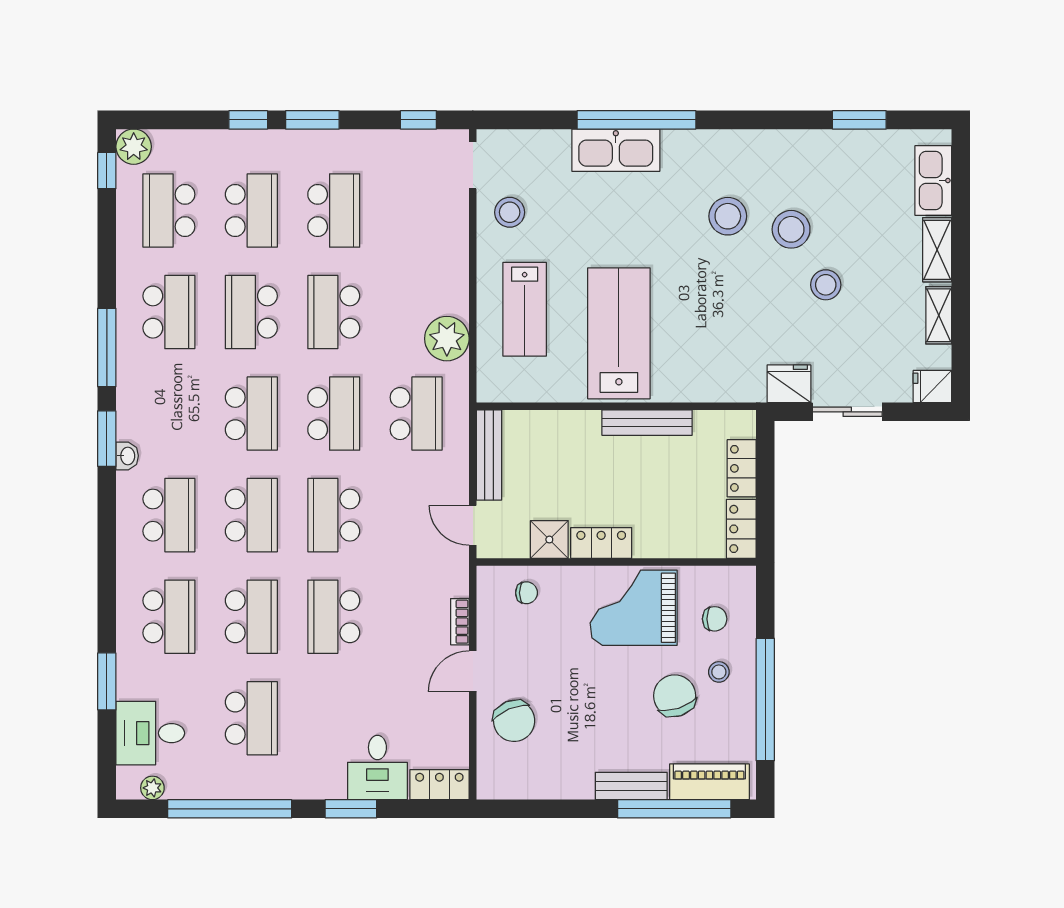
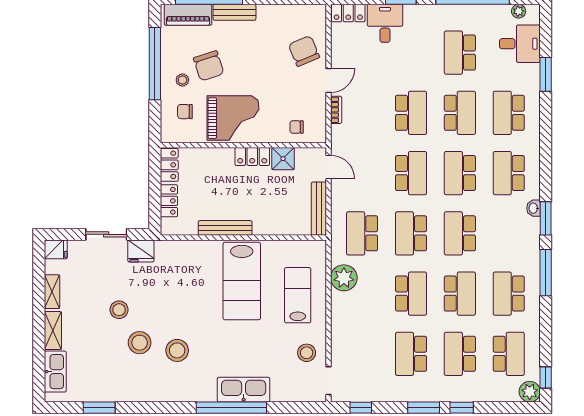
school desk: (251, 617) -> (460, 113), turned 180

